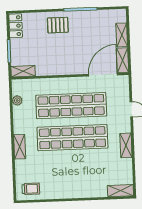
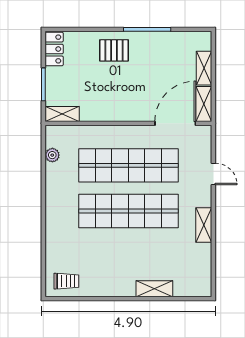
shelving: (20, 147) -> (53, 221), removed
shelving: (120, 191) -> (154, 289), moved

